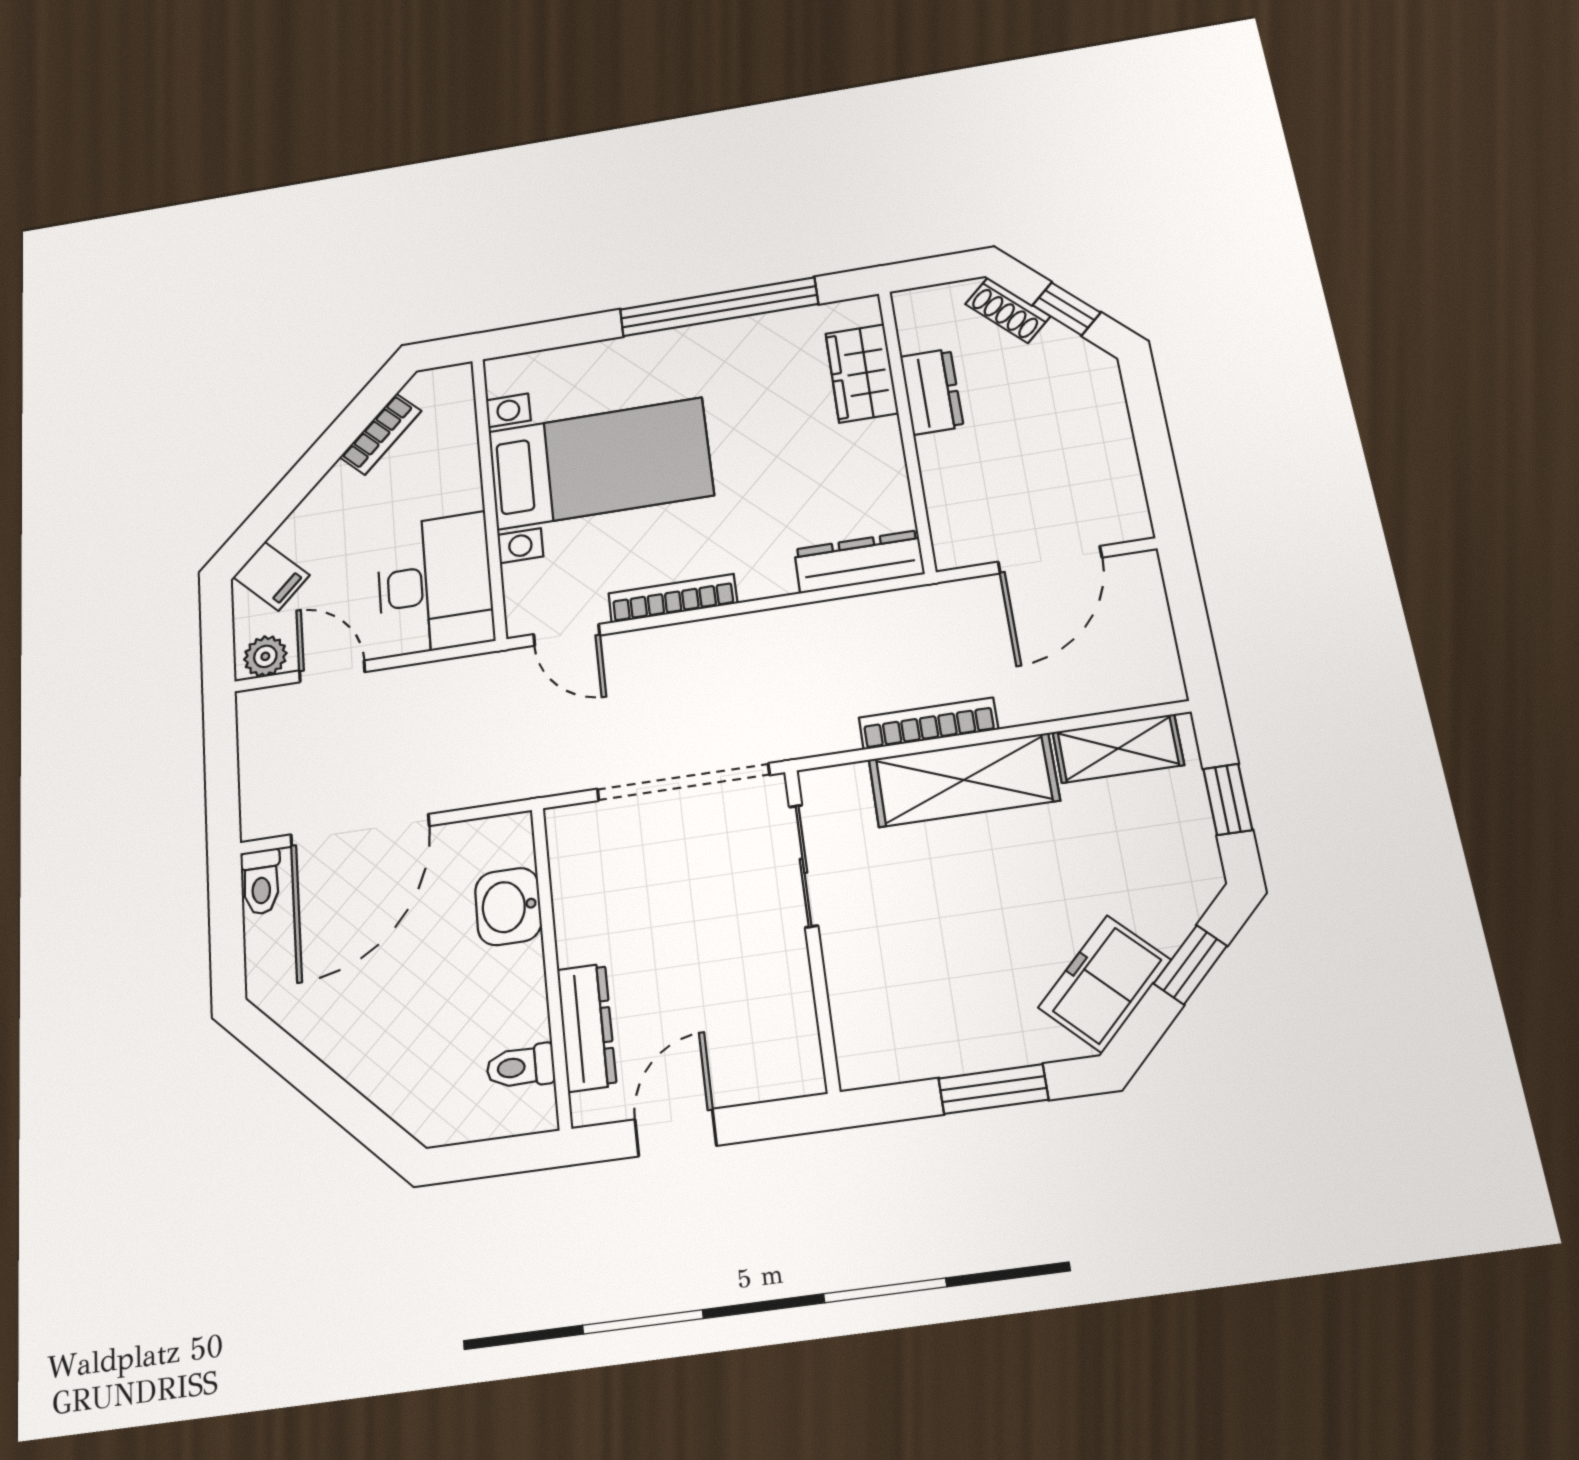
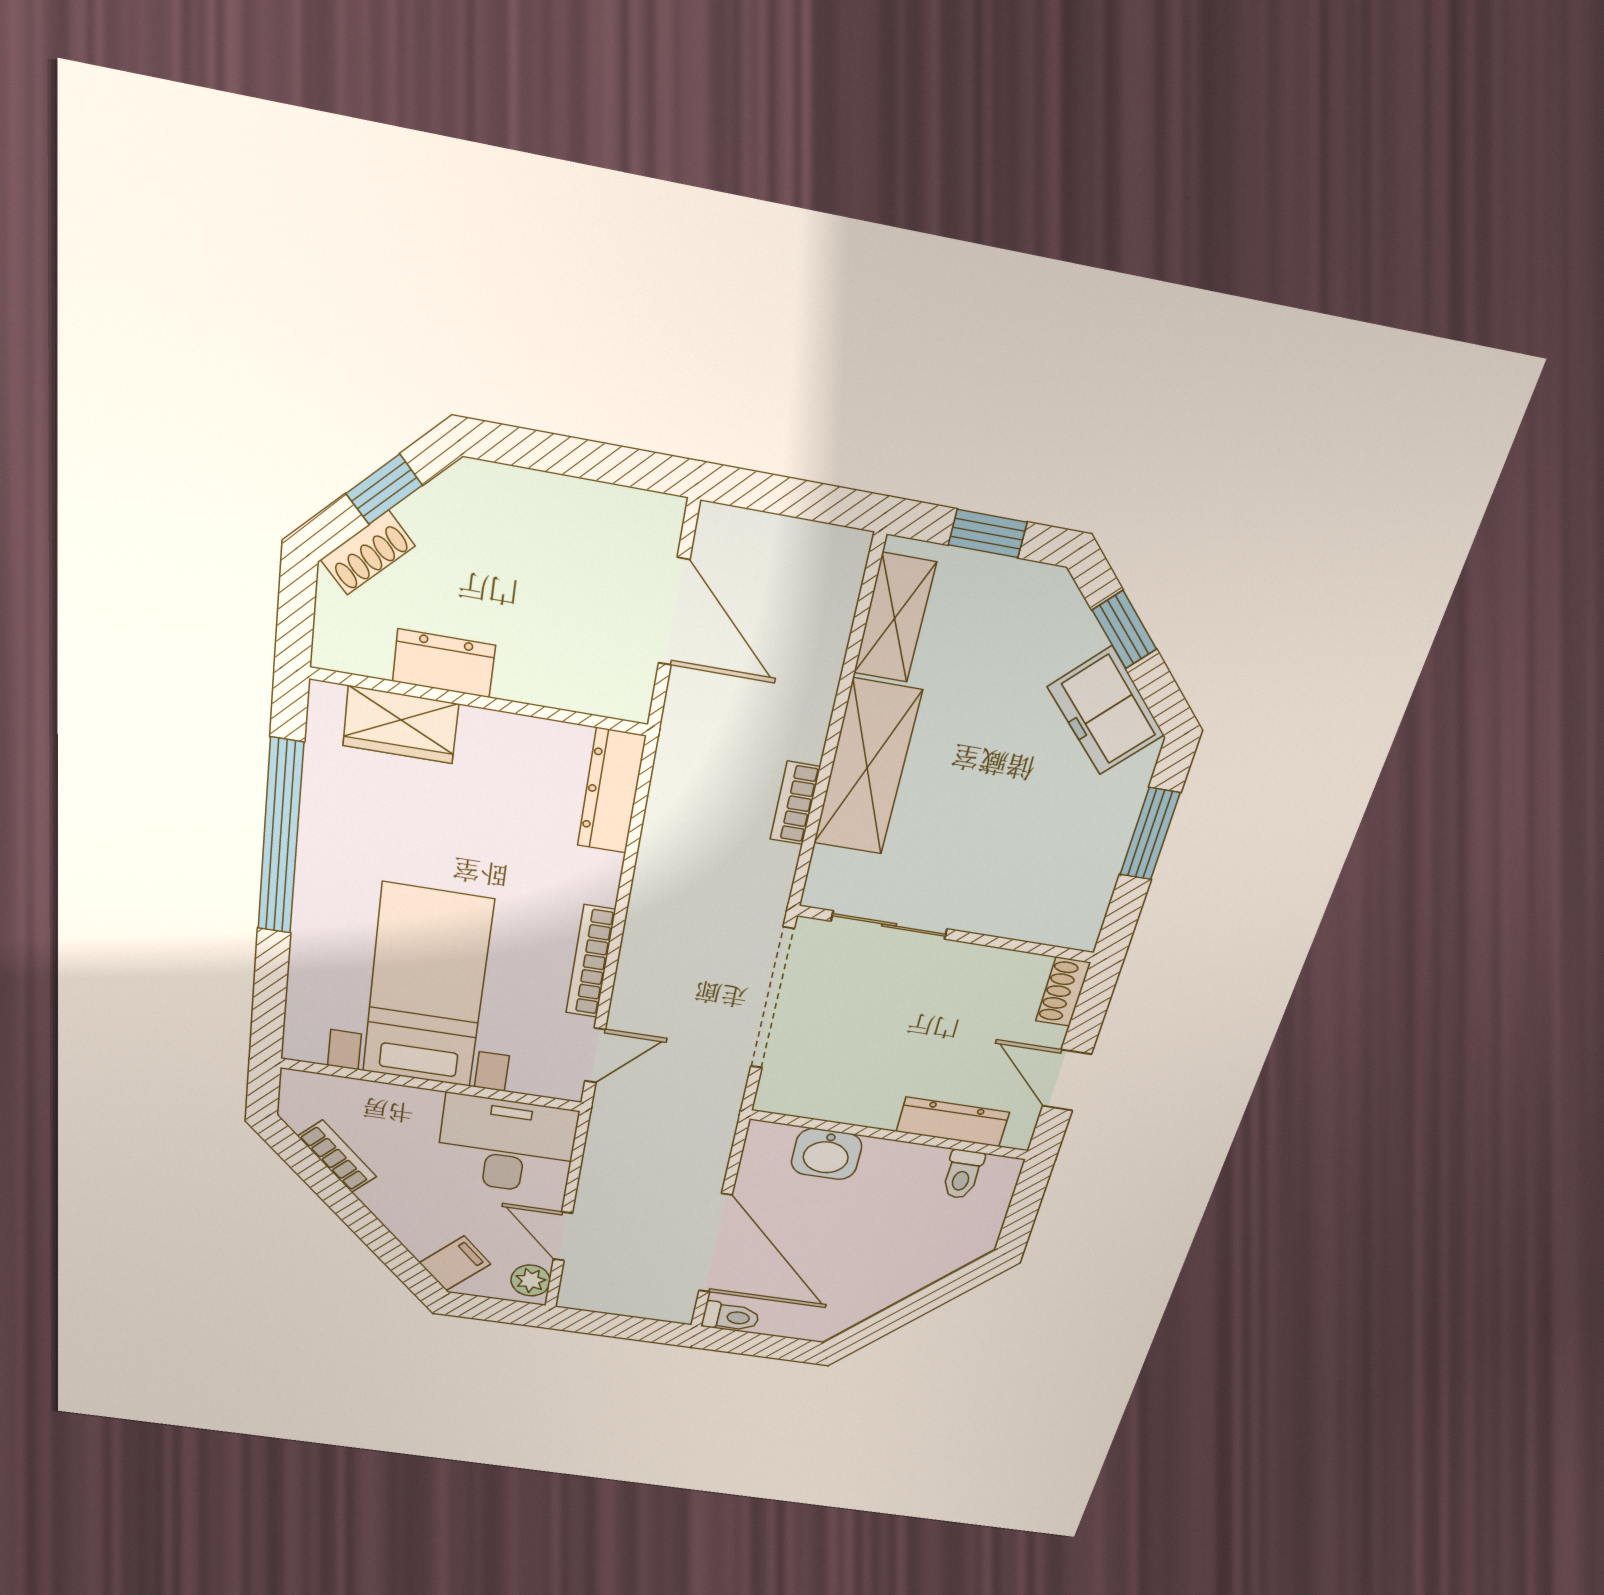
door: (332, 671) -> (563, 1236), hinge flipped
bookcase: (928, 724) -> (795, 803), width x0.64
shoe rack: (783, 1079) -> (1063, 992), added

